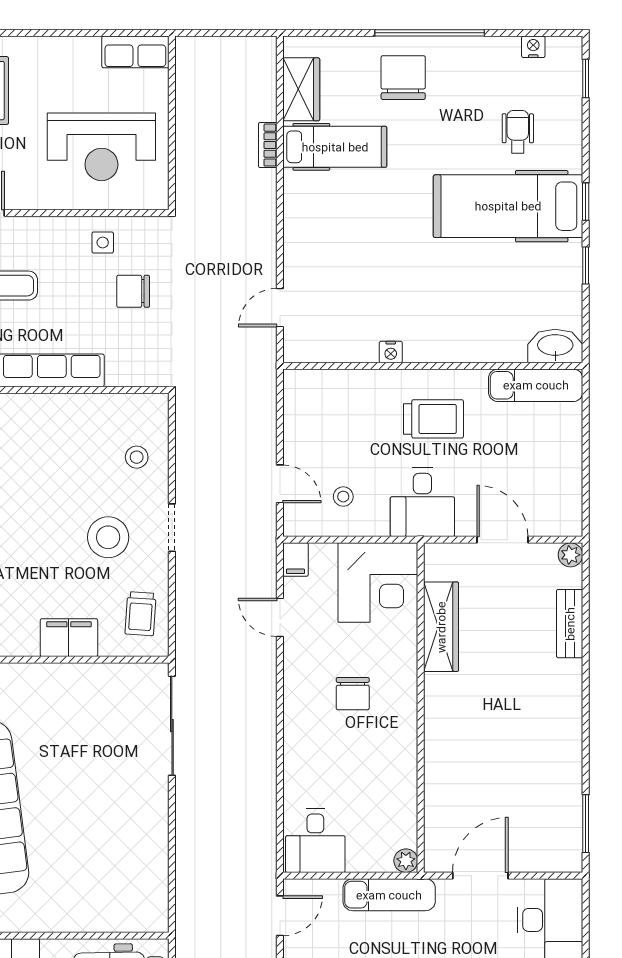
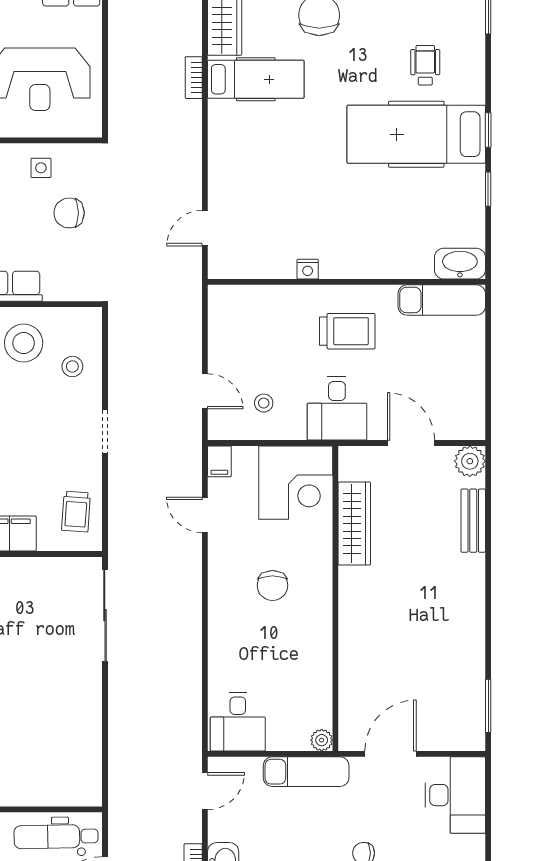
stool: (108, 537) -> (24, 343), moved
plant: (571, 555) -> (470, 461), width x1.38, depth x1.38

